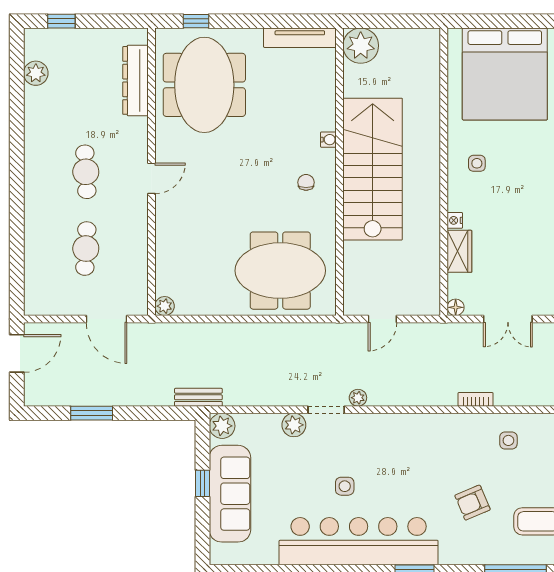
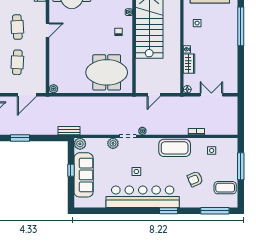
door: (107, 319) -> (27, 95), hinge flipped
double door: (508, 319) -> (211, 95), swing flipped
coffee table: (428, 435) -> (175, 148), added

